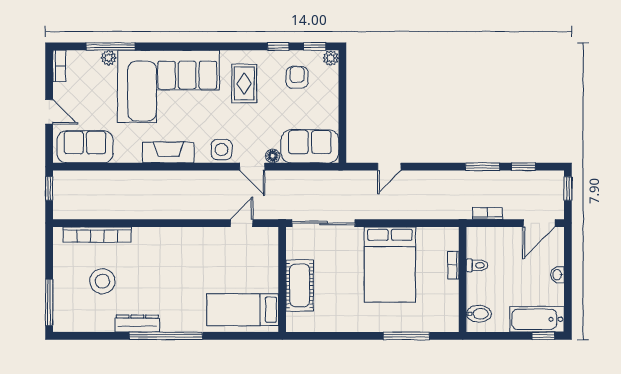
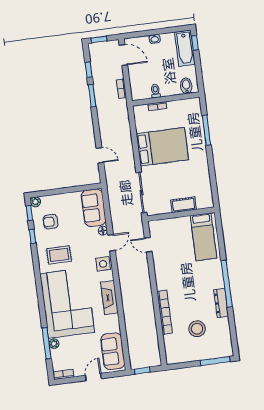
bookcase: (97, 235) -> (165, 312), moved
cot: (300, 285) -> (183, 205), width x0.73, depth x0.75

